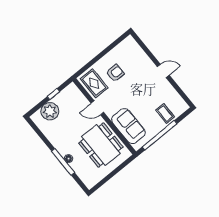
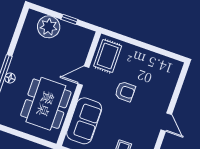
armchair: (115, 73) -> (125, 92), moved
door: (97, 108) -> (83, 76), hinge flipped

